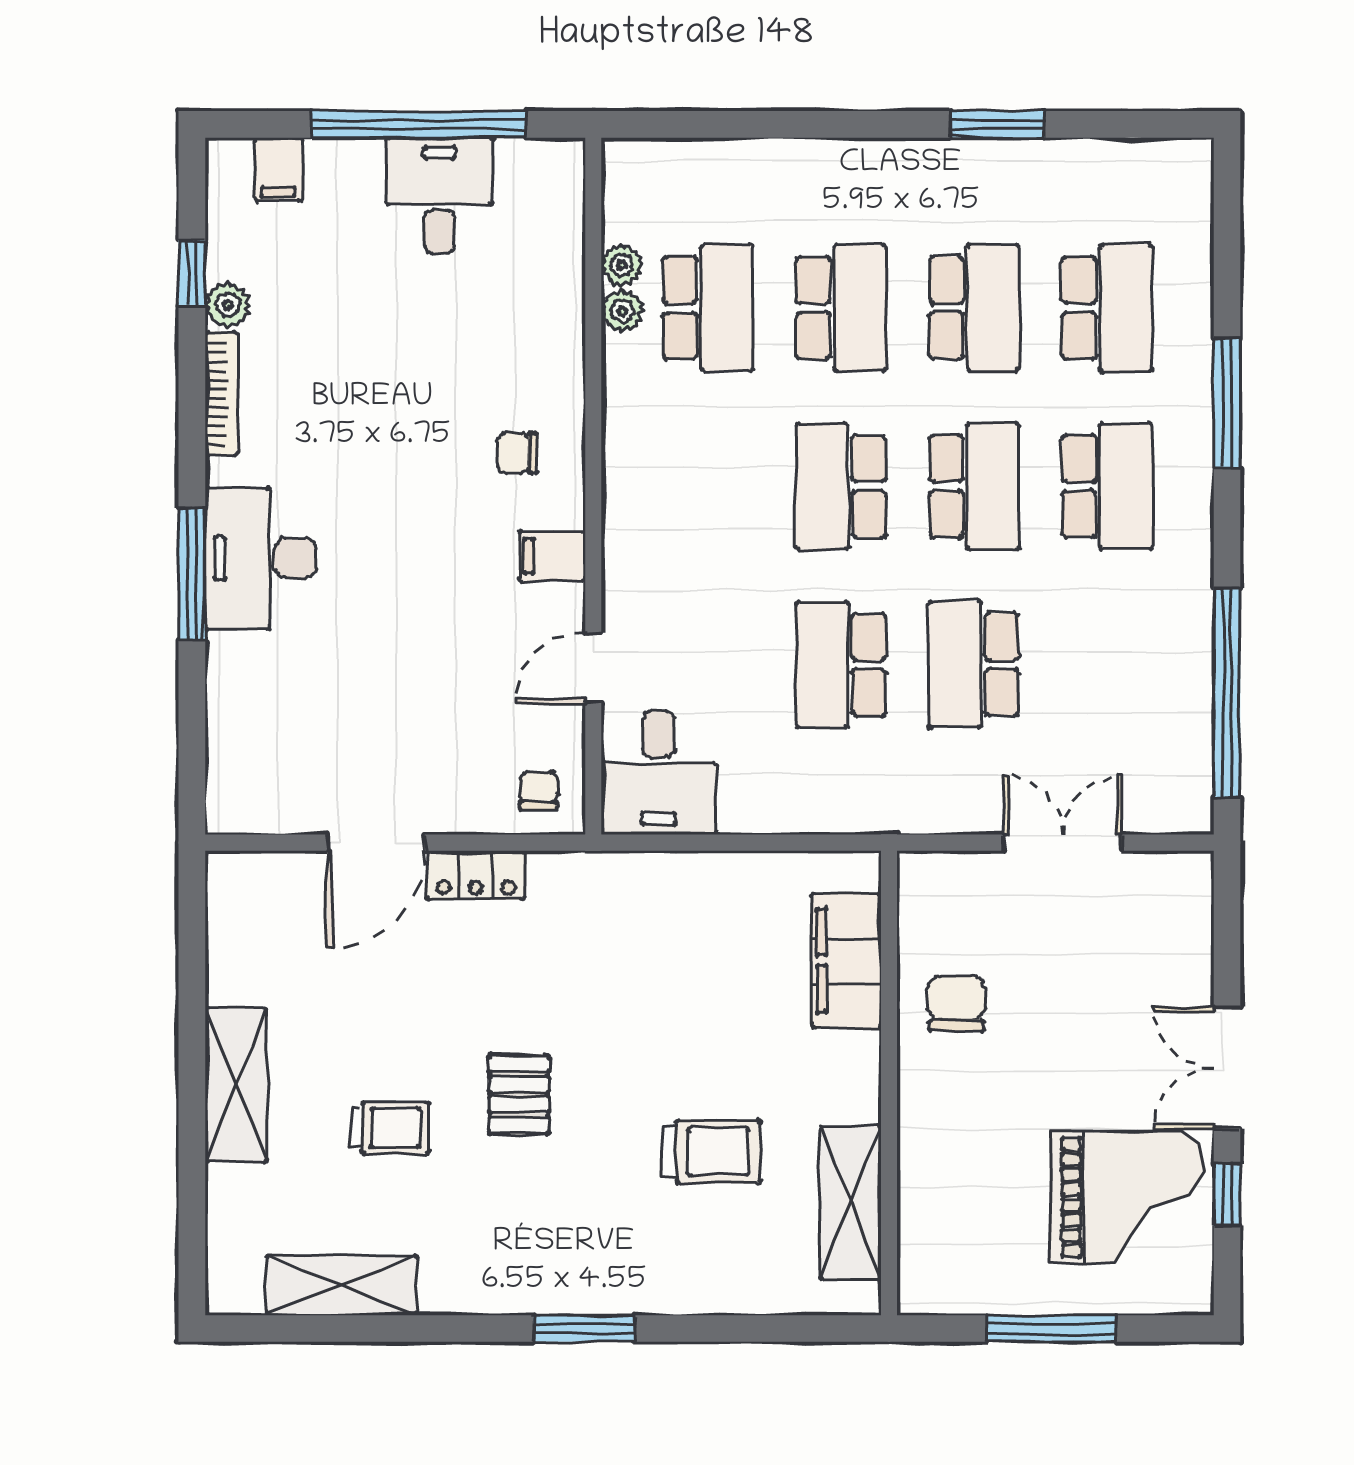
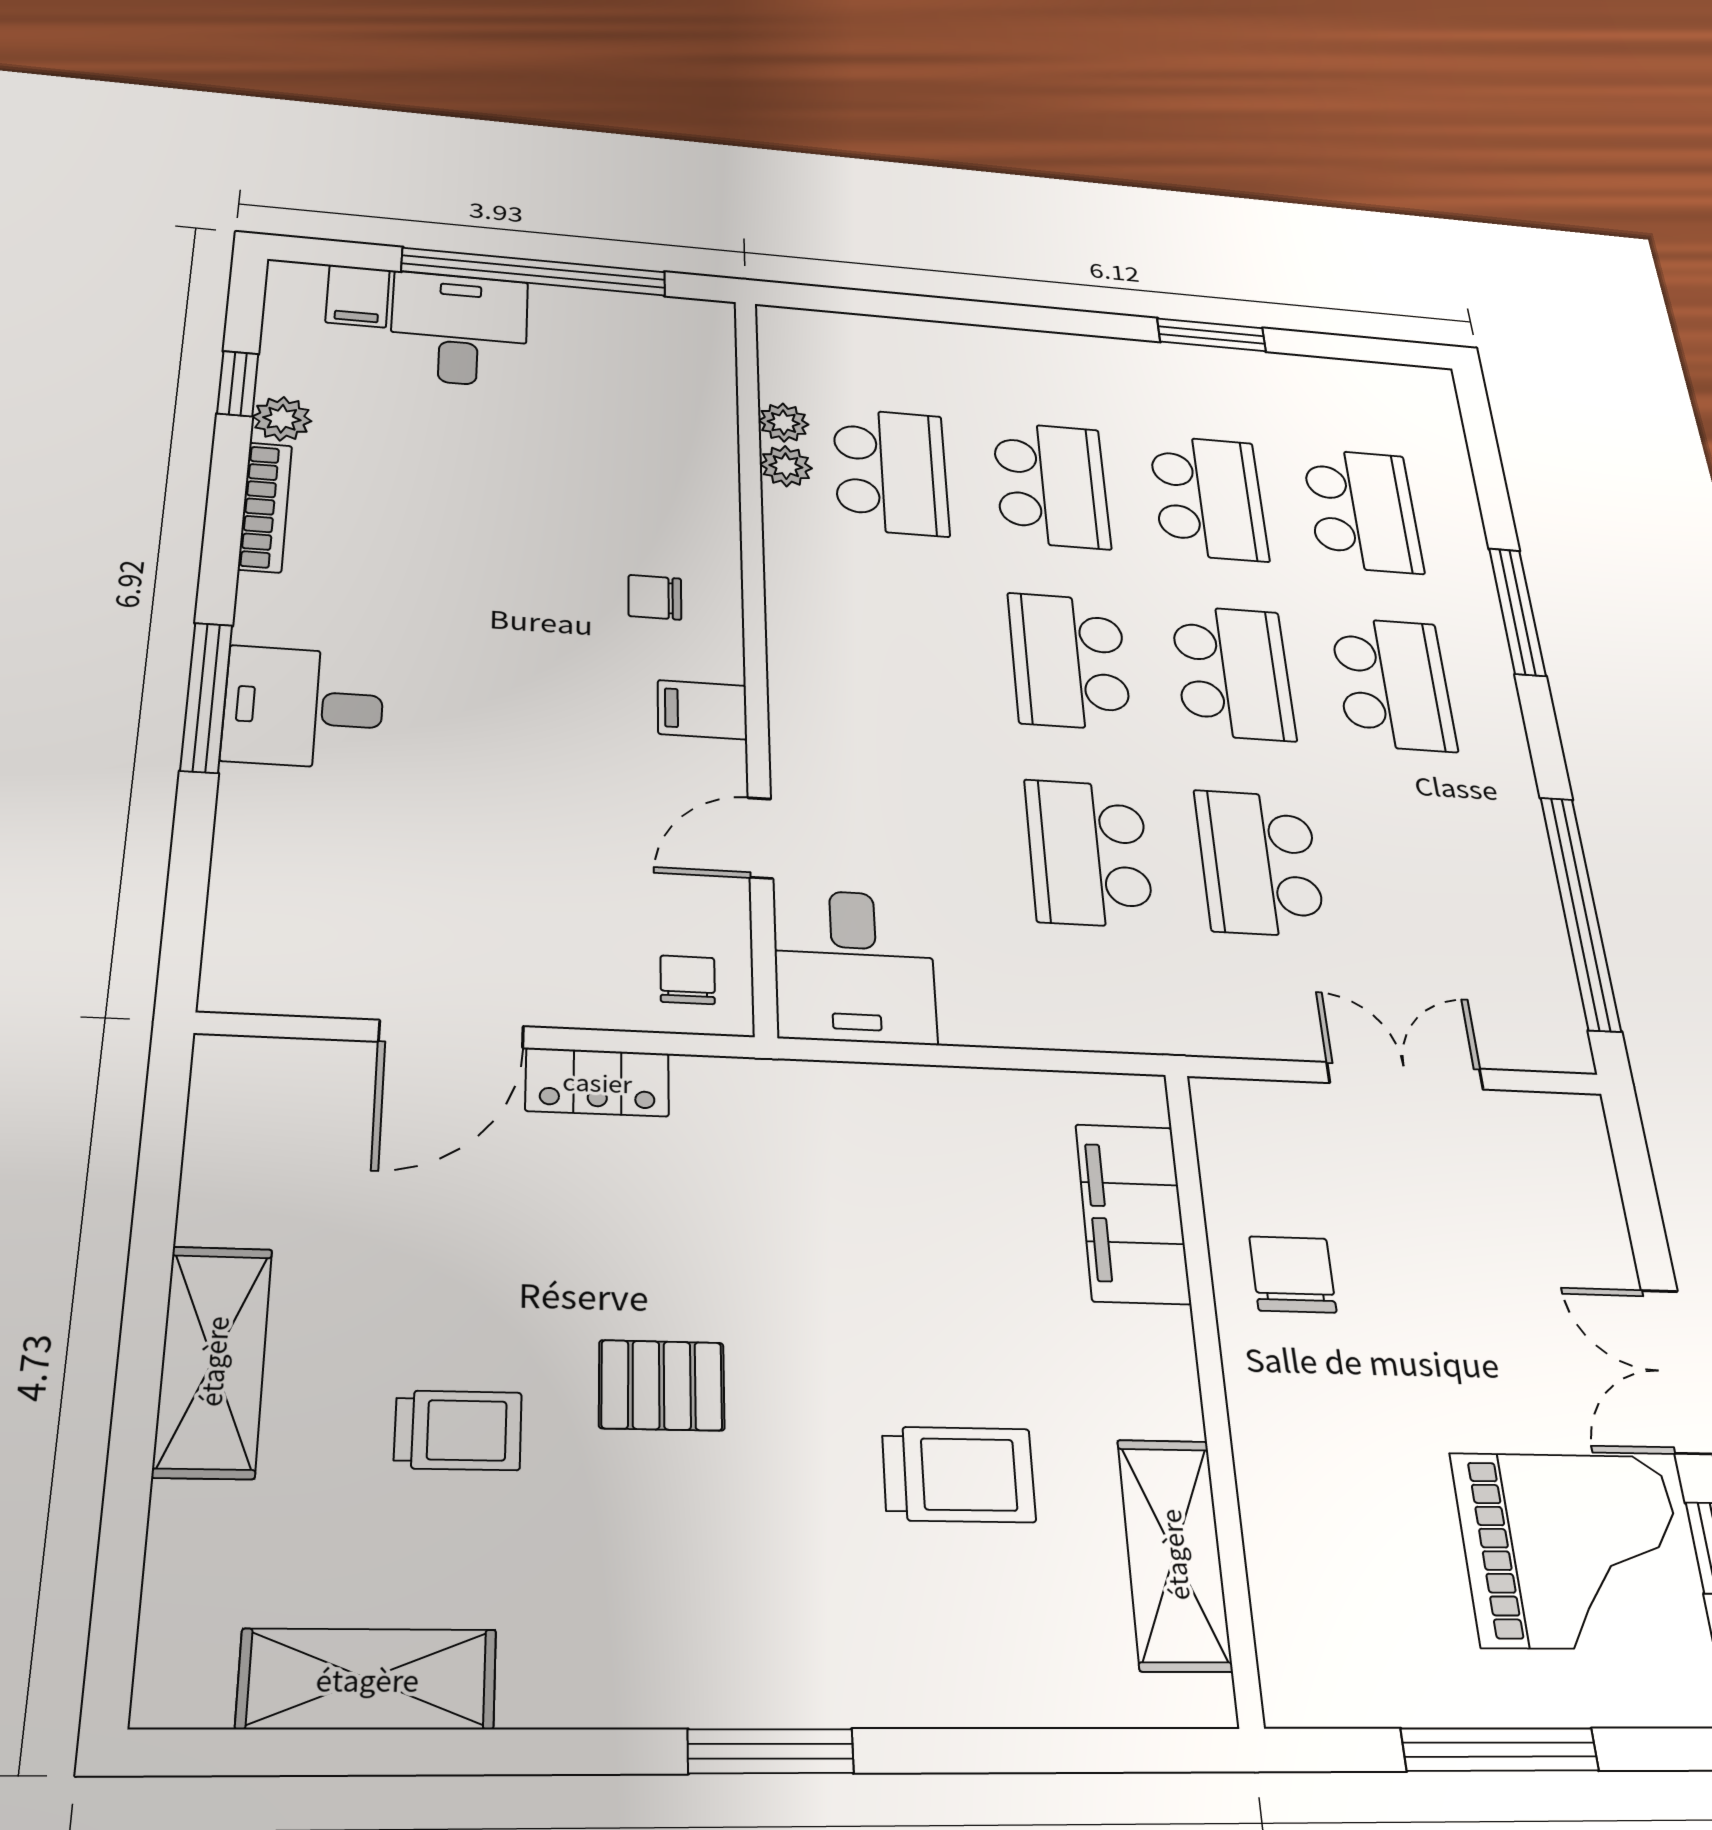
desk: (439, 195) -> (459, 329), moved
desk: (261, 558) -> (304, 707), width x0.73
pallet: (519, 1095) -> (662, 1385), turned 90

